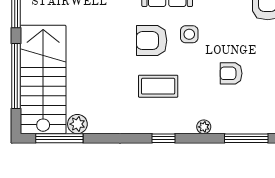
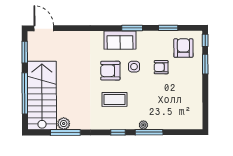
armchair: (231, 73) -> (161, 67), moved
window: (59, 138) -> (65, 132), moved
window: (246, 138) -> (149, 132), moved

